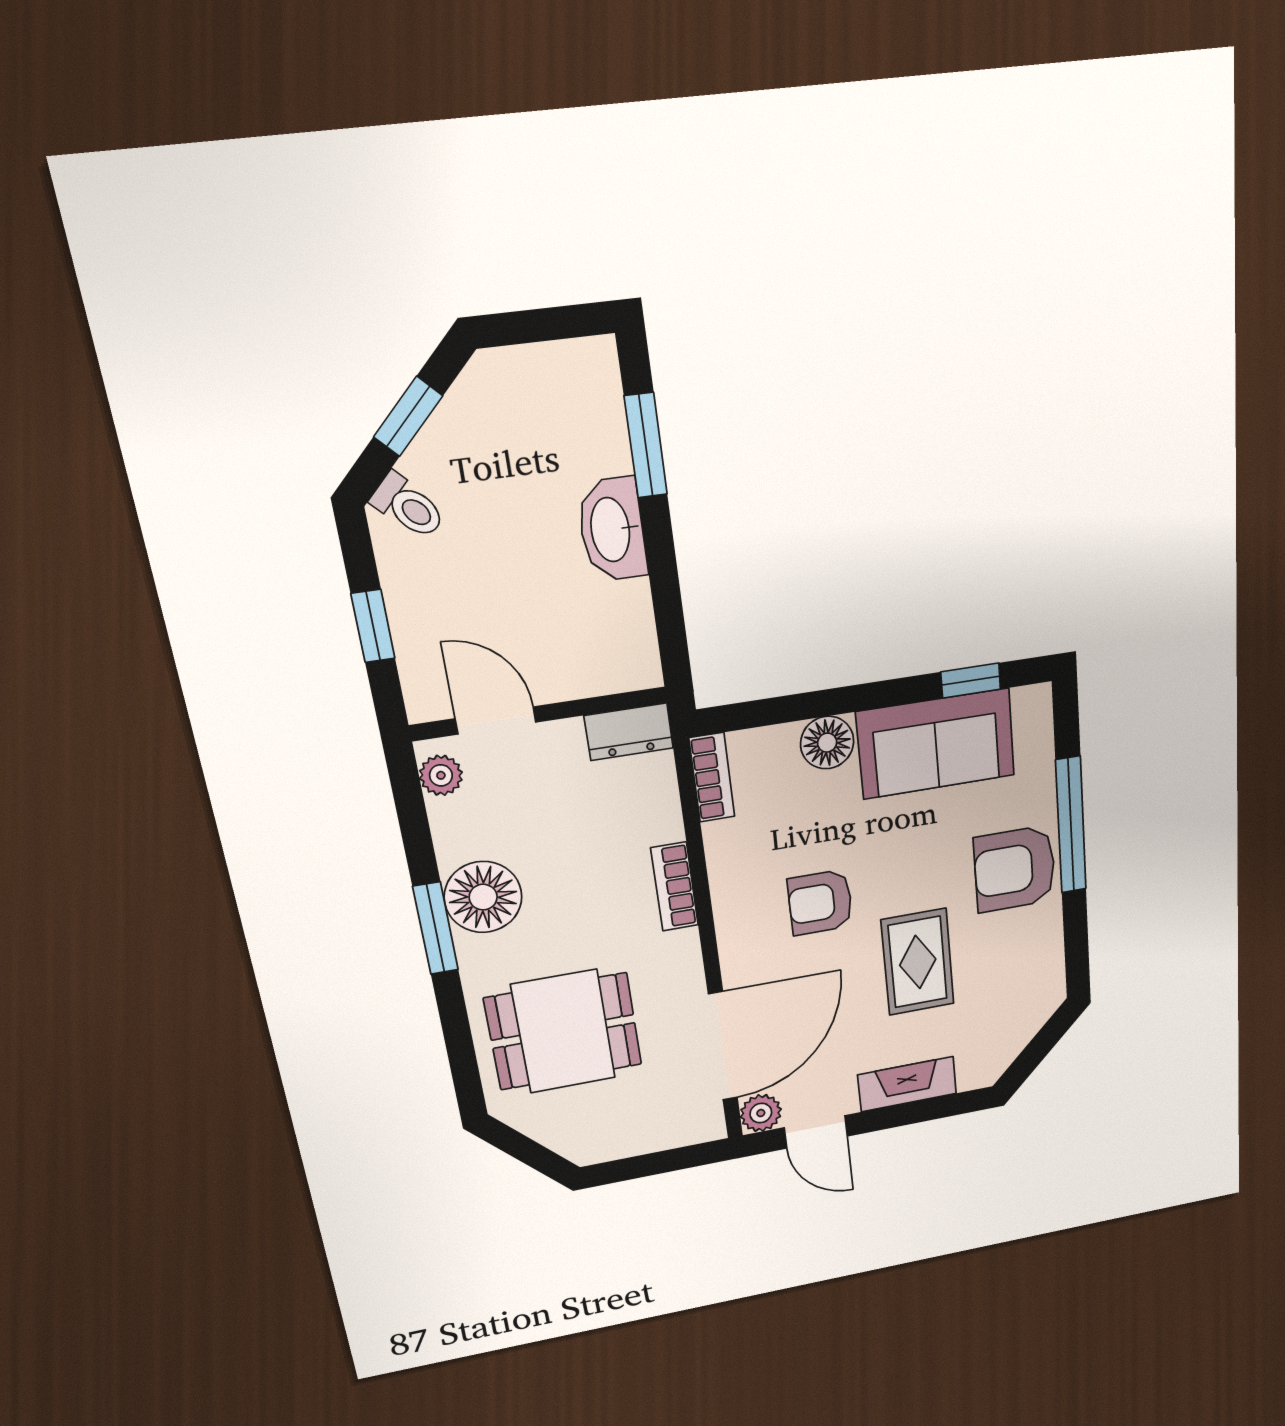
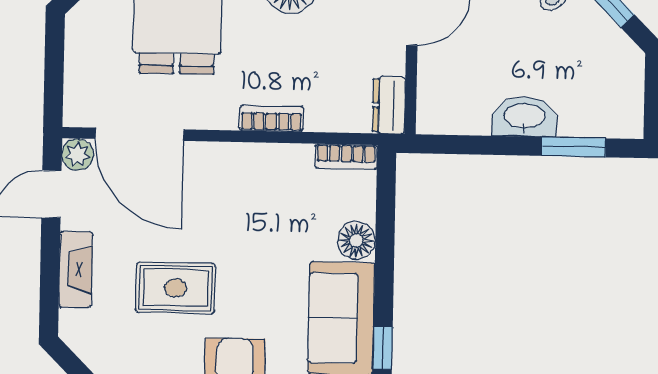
armchair: (820, 902) -> (238, 221), removed

